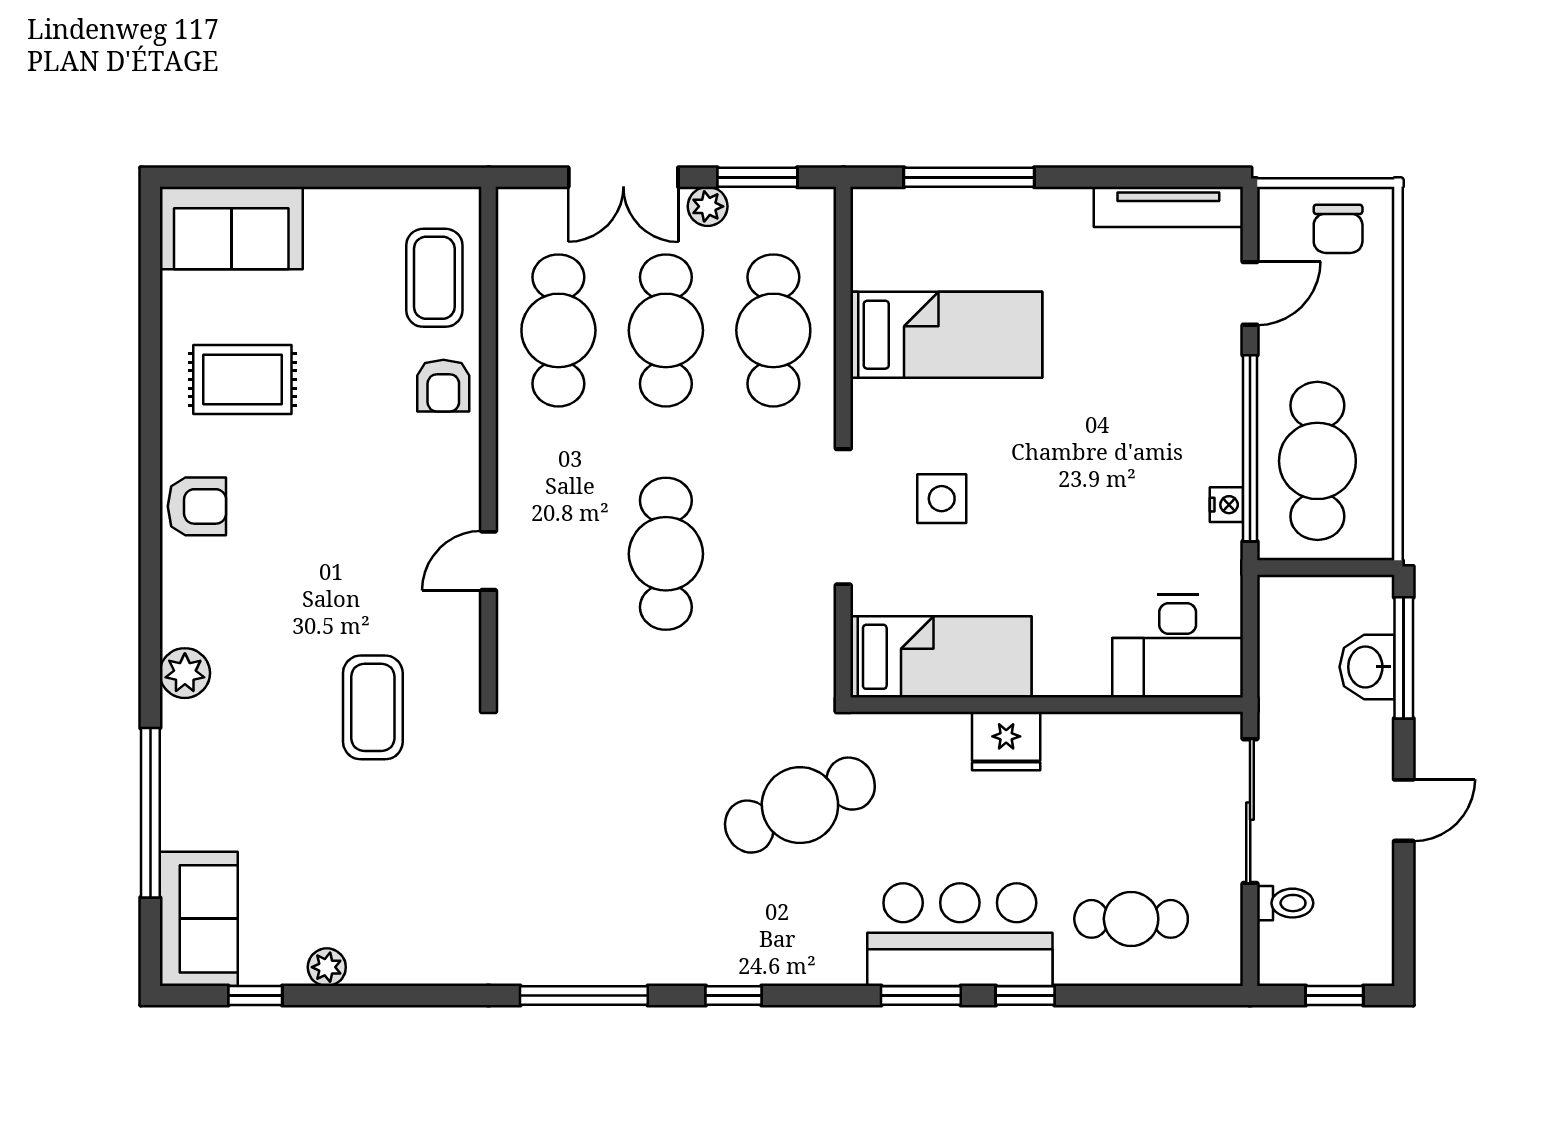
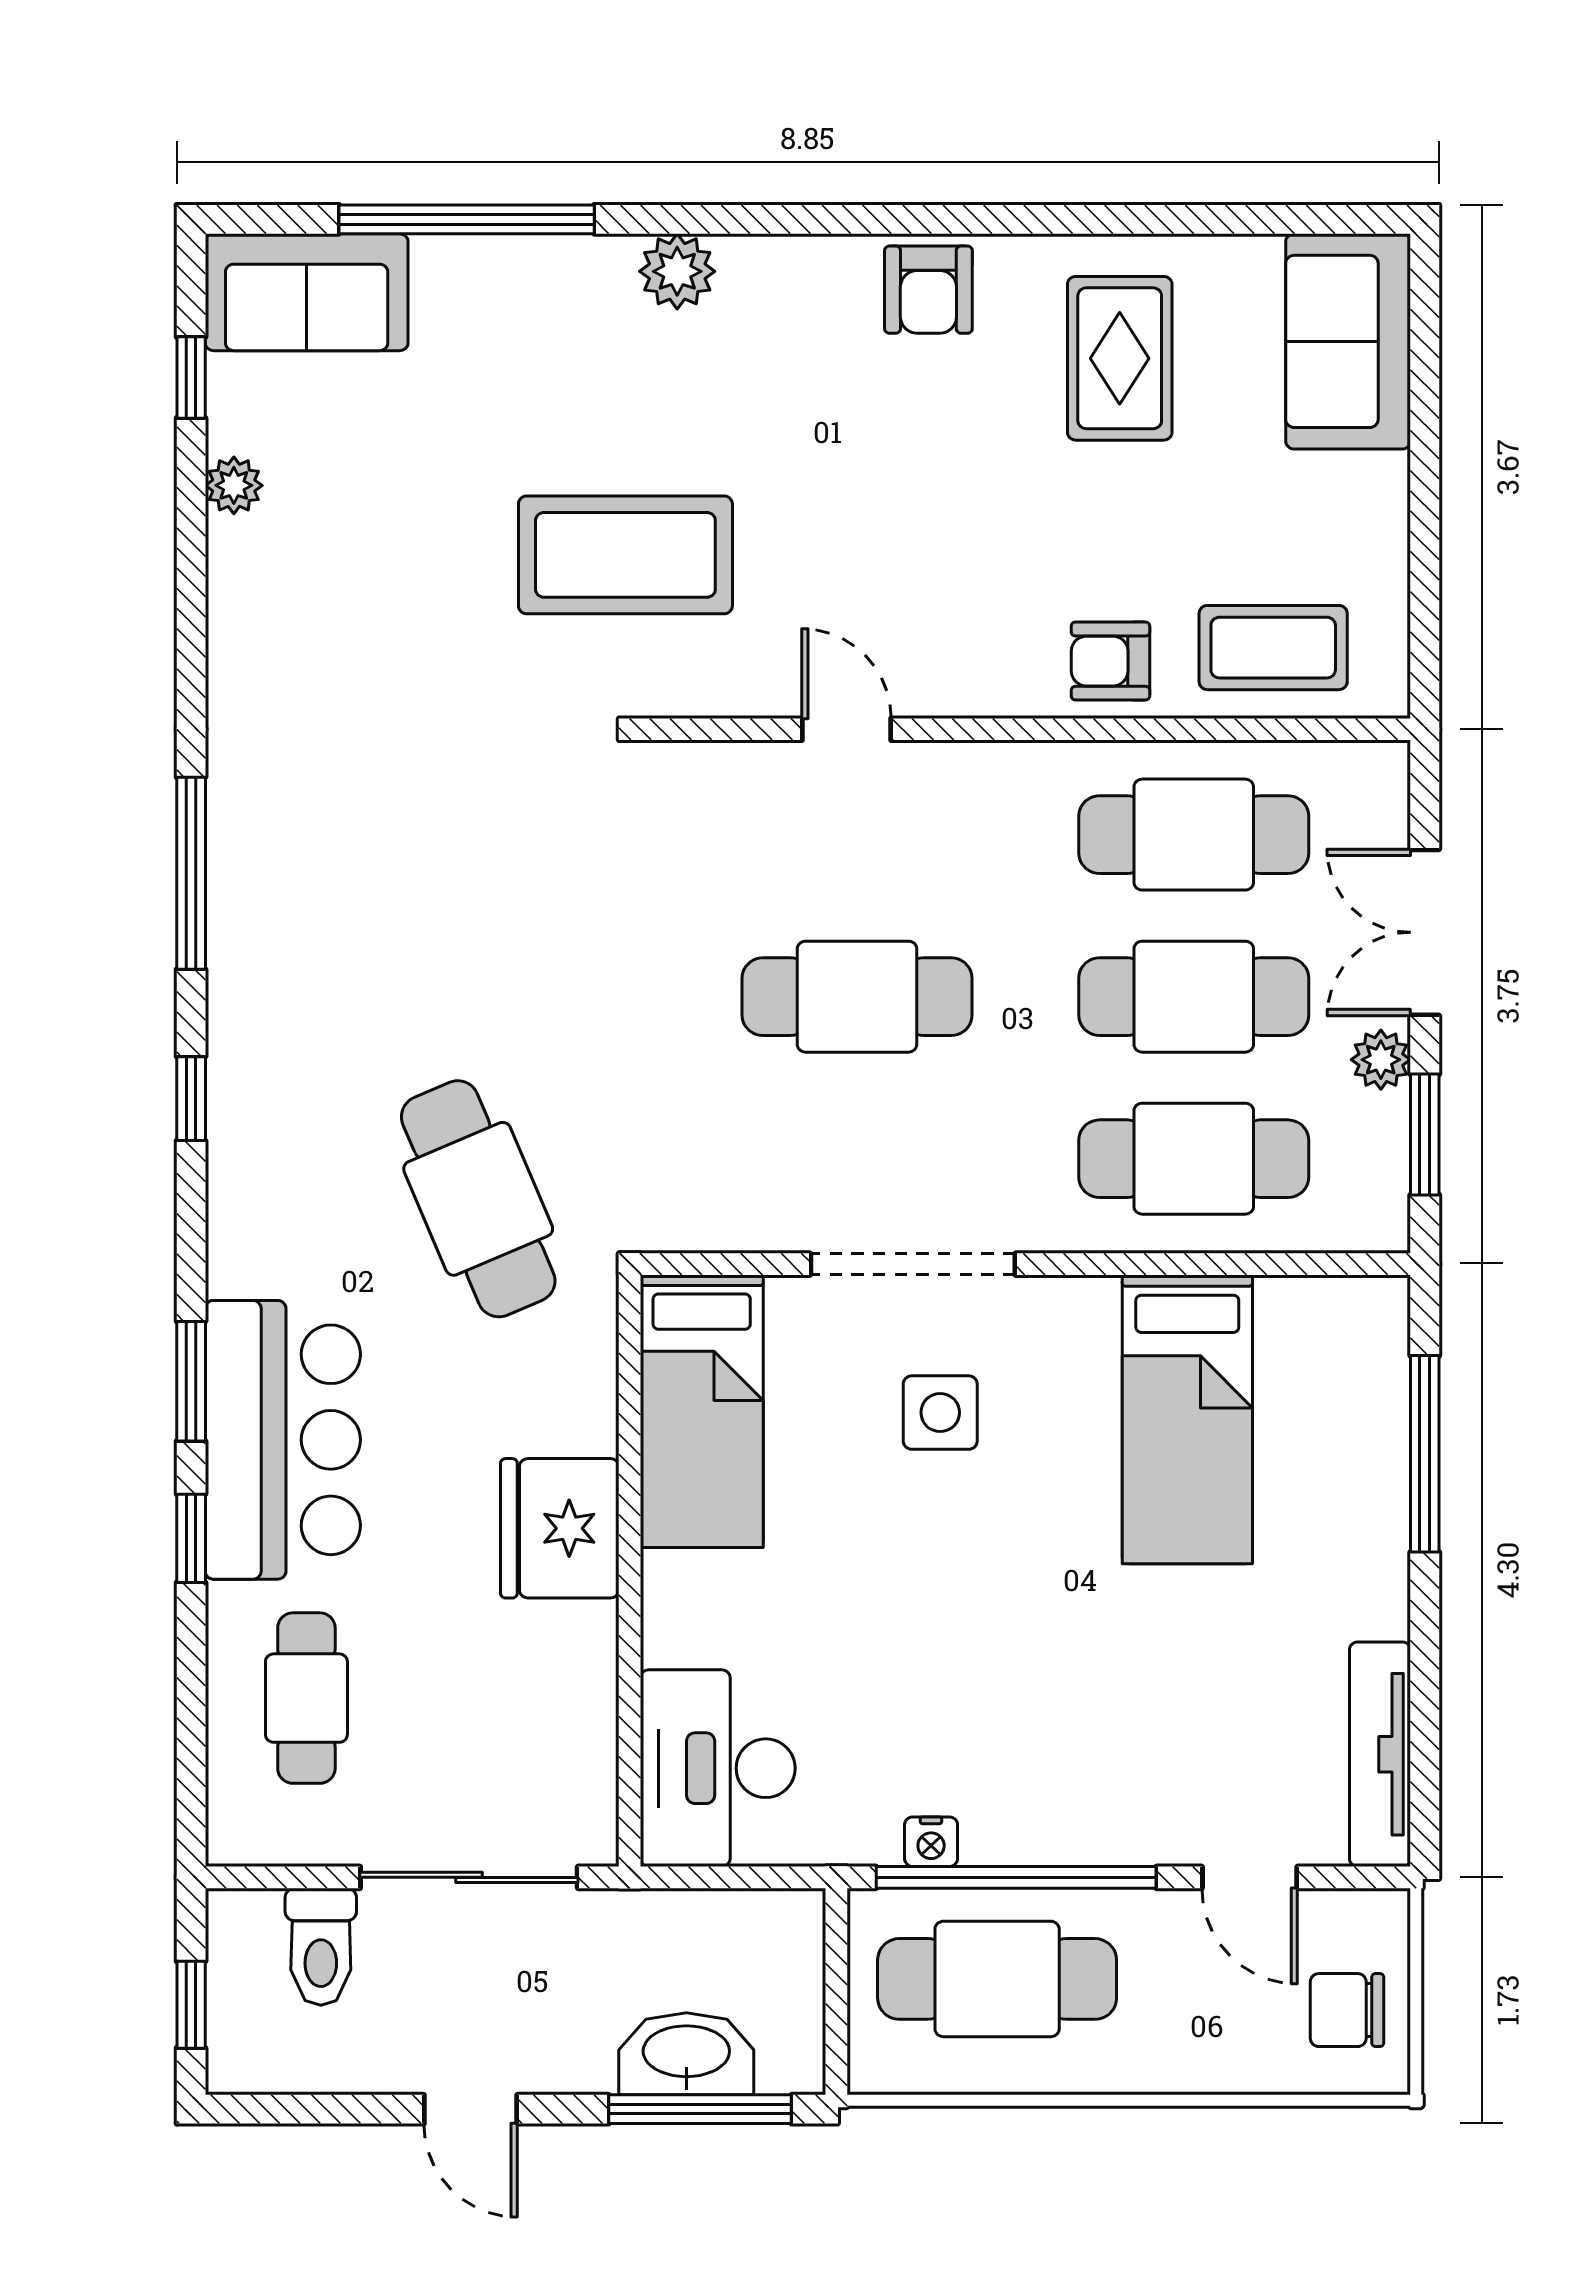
washbasin: (1367, 667) -> (686, 2054), width x1.38
coffee table: (373, 707) -> (625, 555), width x1.36, depth x1.32
fridge: (1006, 741) -> (560, 1528), width x1.36, depth x1.34
toilet: (1285, 903) -> (321, 1947), width x1.37, depth x1.39

